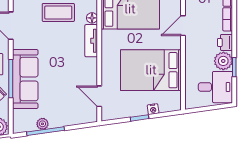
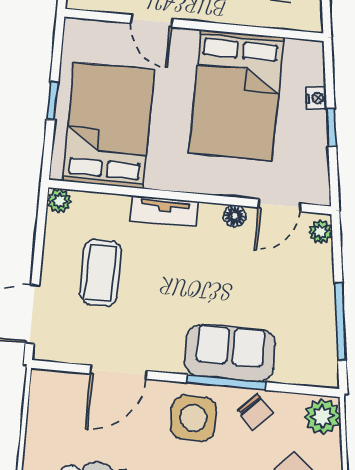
floor lamp: (92, 18) -> (235, 216), moved
sofa: (25, 79) -> (230, 353), width x0.73
plant: (42, 124) -> (320, 232), moved

